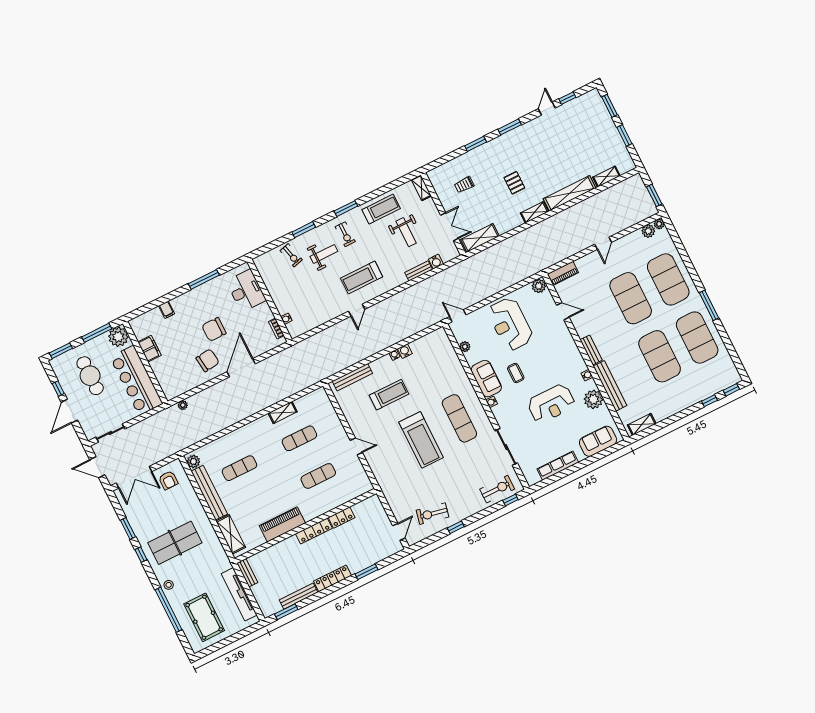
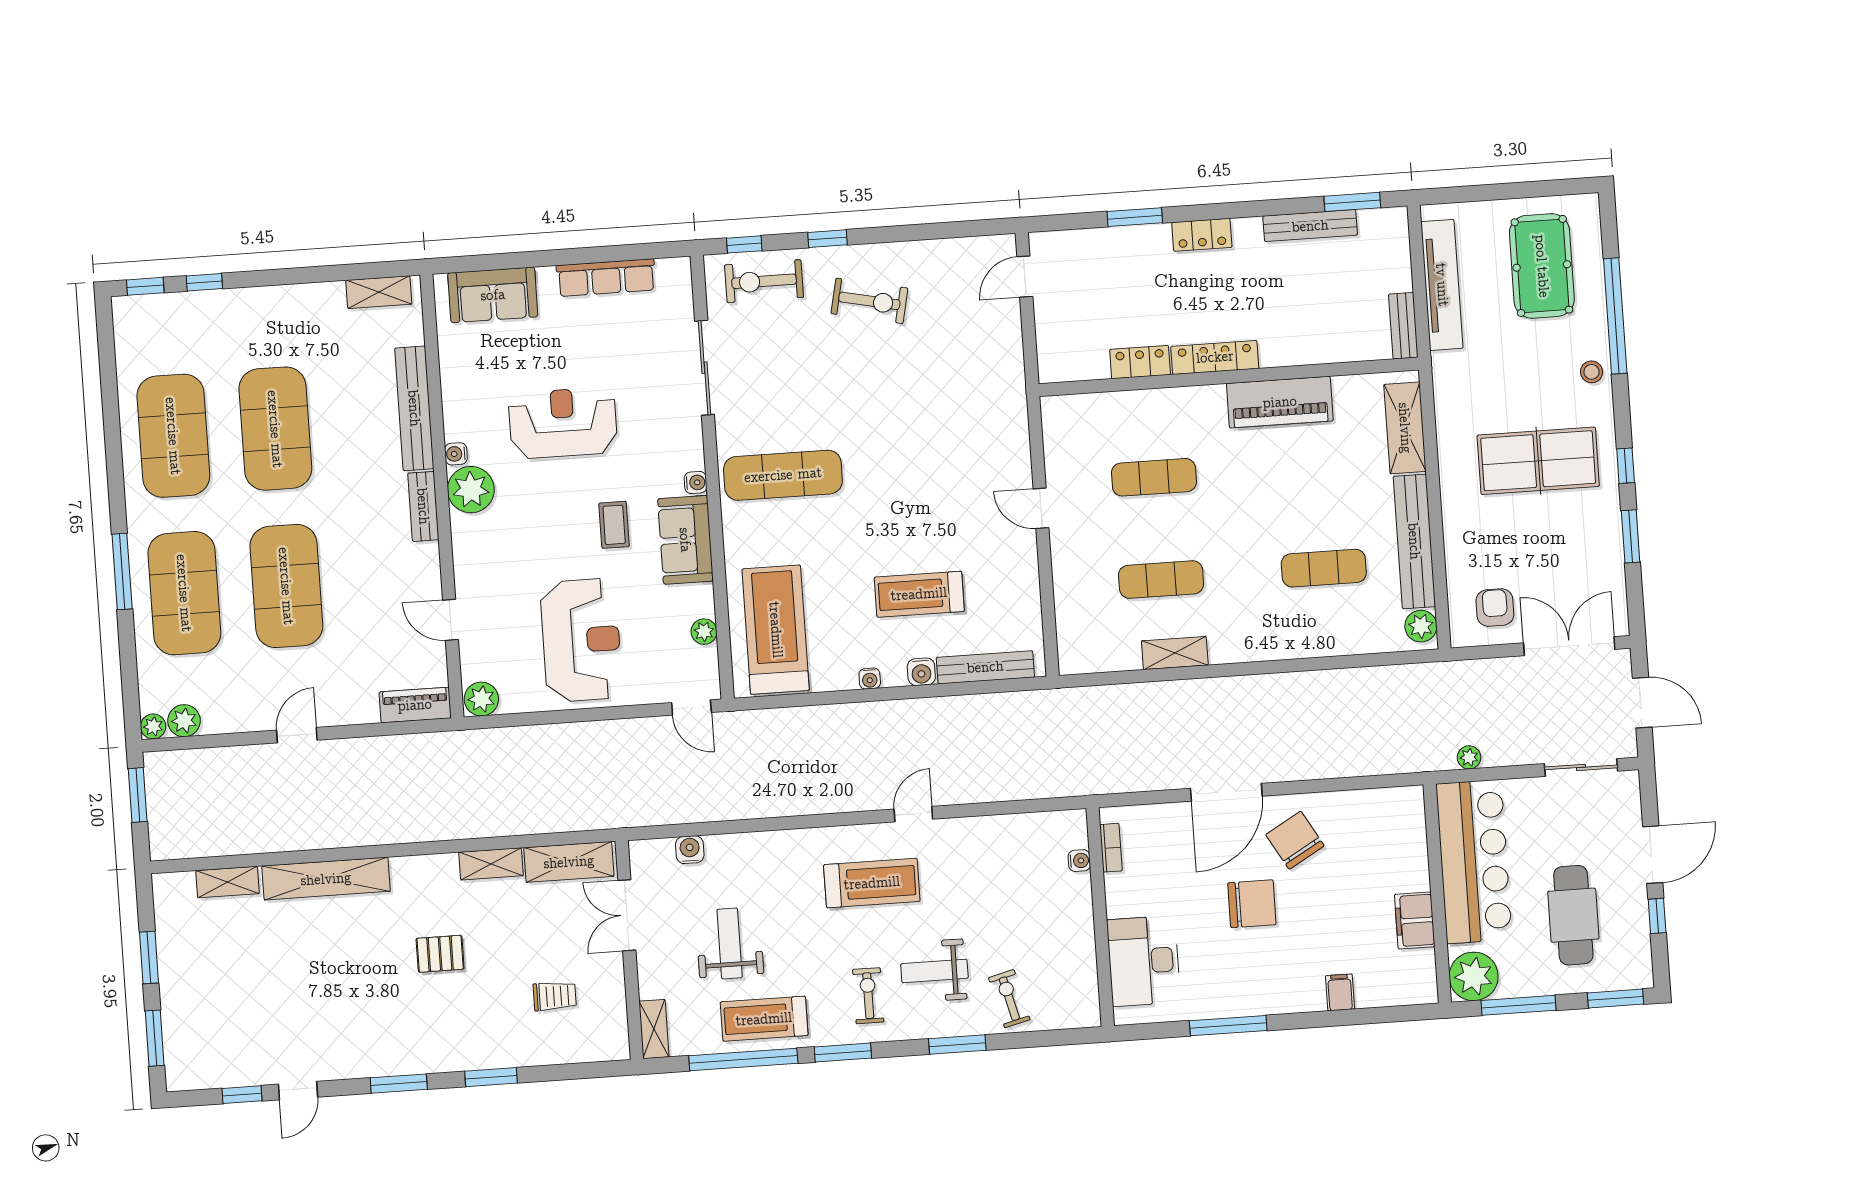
pallet: (514, 183) -> (440, 954), turned 90
window: (383, 190) -> (743, 1060), added
shelving: (534, 212) -> (491, 864), moved
bench: (419, 271) -> (738, 845), removed
window: (709, 305) -> (122, 571), moved
water cooler: (405, 351) -> (921, 672), moved
chair: (208, 360) -> (1295, 840), turned 67
plant: (593, 399) -> (471, 490), moved
plant: (183, 405) -> (1469, 757), moved
exercise mat: (459, 418) -> (783, 475), turned 90
treadmill: (421, 440) -> (776, 630), moved
exercise bike: (433, 514) -> (869, 301), moved
window: (456, 527) -> (827, 239), moved
locker: (333, 578) -> (1202, 235), width x0.66

